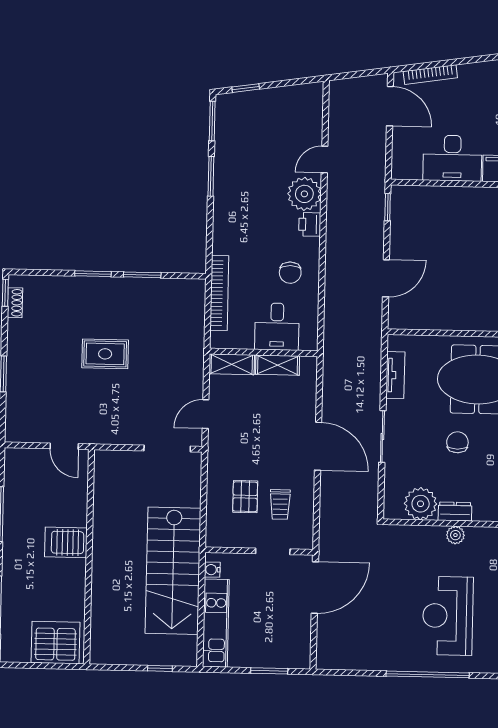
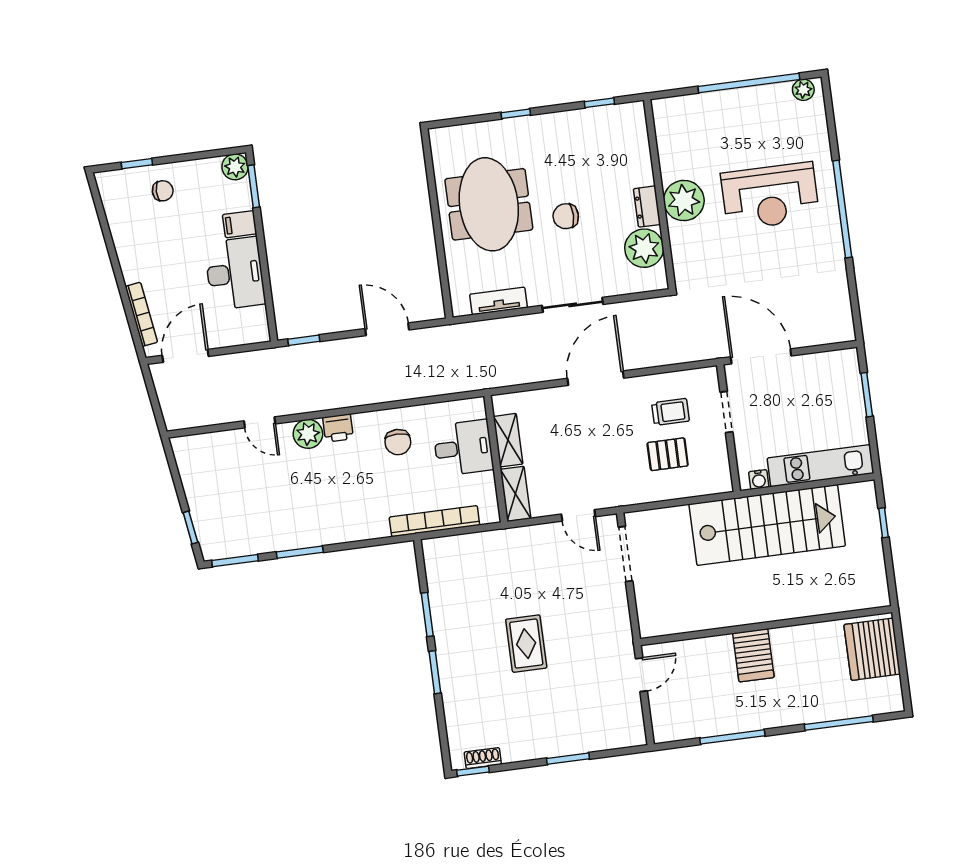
plant: (304, 194) -> (308, 434), width x0.73, depth x0.73
chair: (290, 273) -> (398, 442), turned 90
plant: (455, 535) -> (684, 201), width x1.88, depth x1.88

